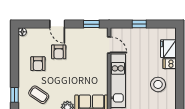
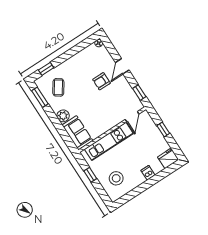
fridge: (168, 49) -> (168, 158), moved
armchair: (38, 64) -> (82, 71), removed
stool: (158, 84) -> (116, 178), moved

